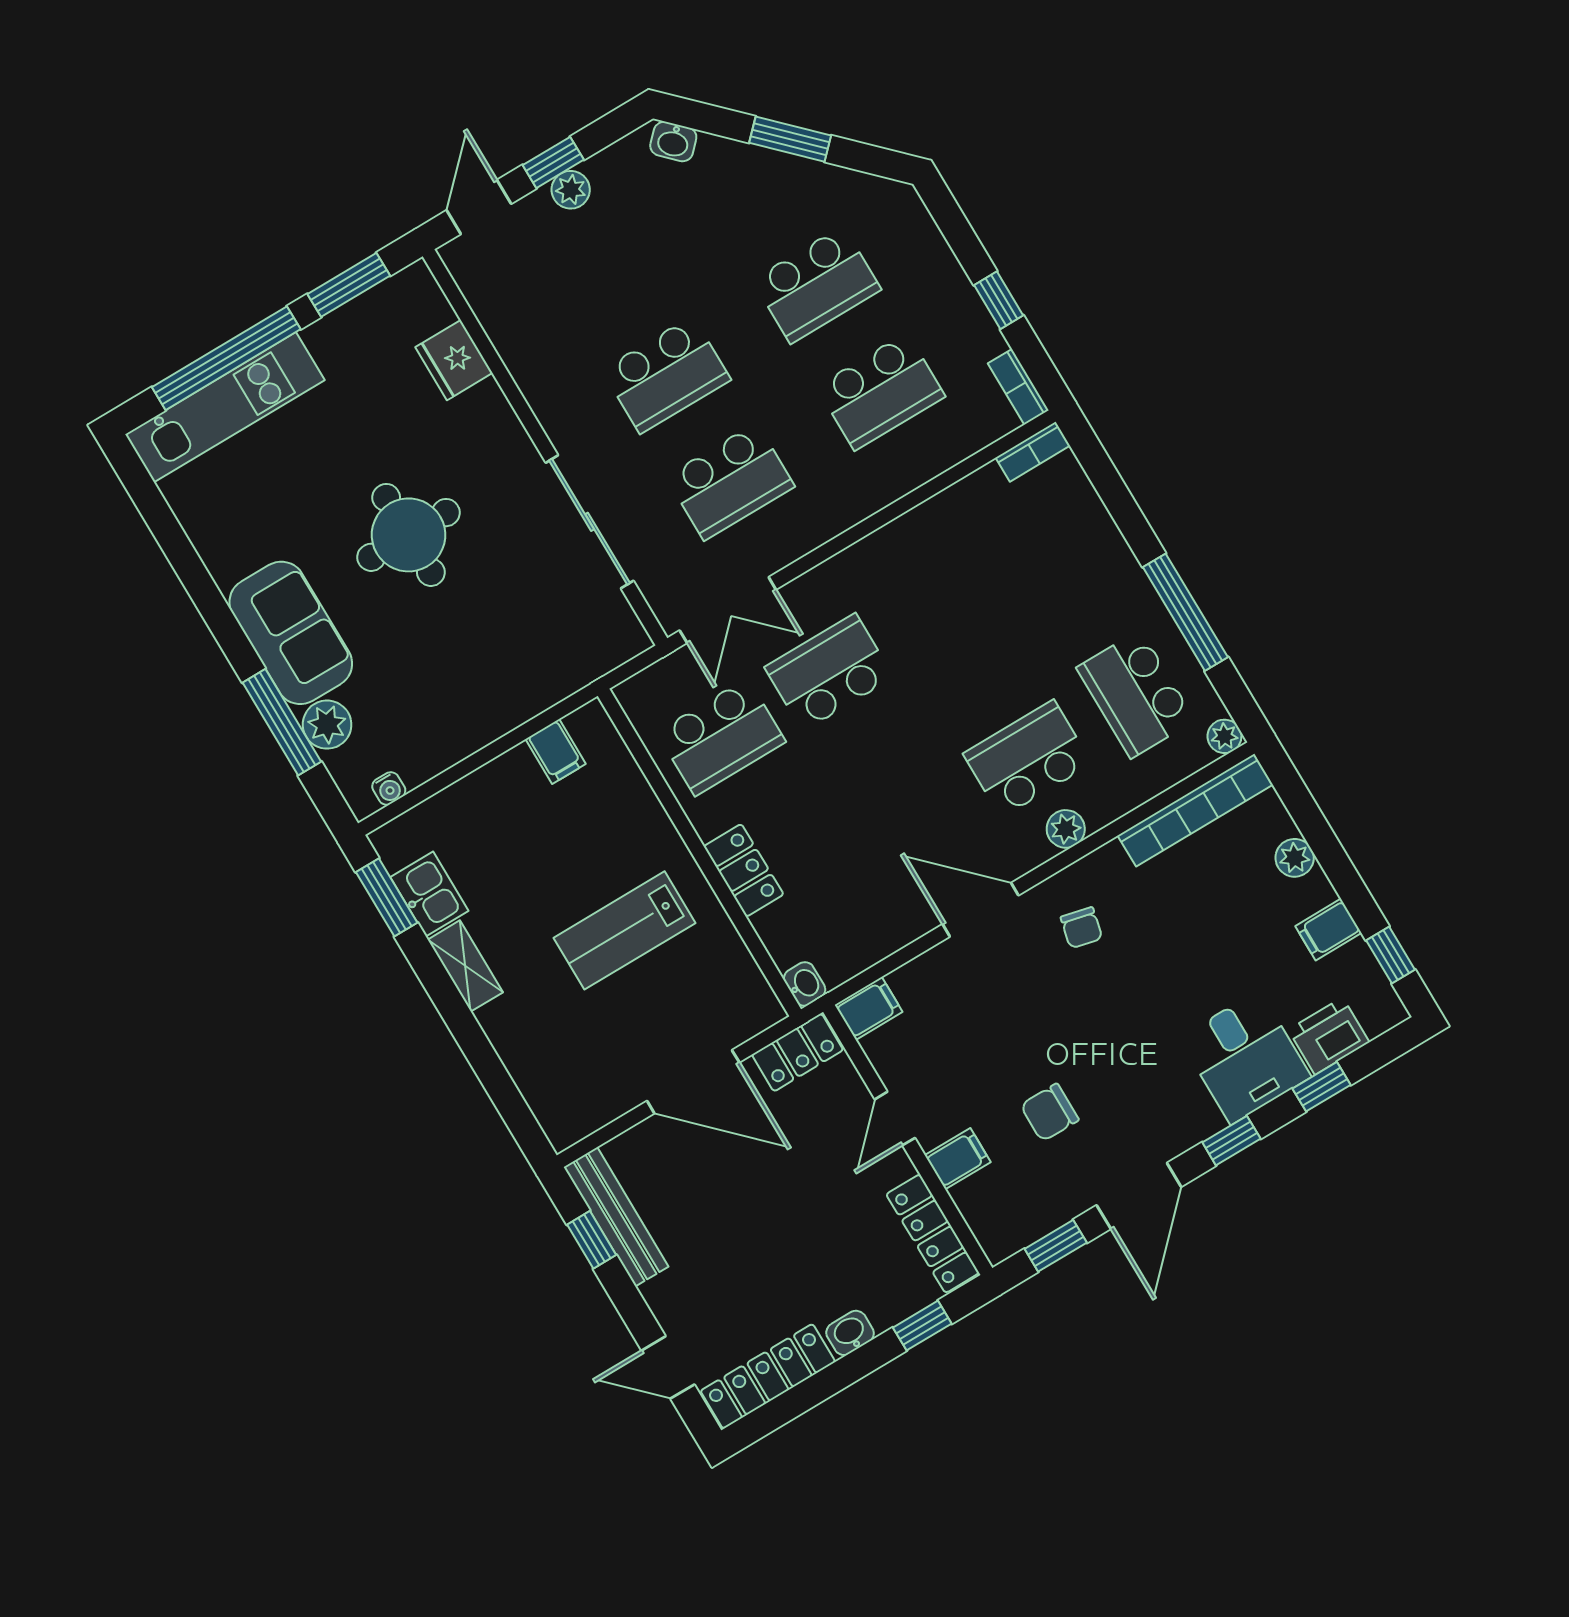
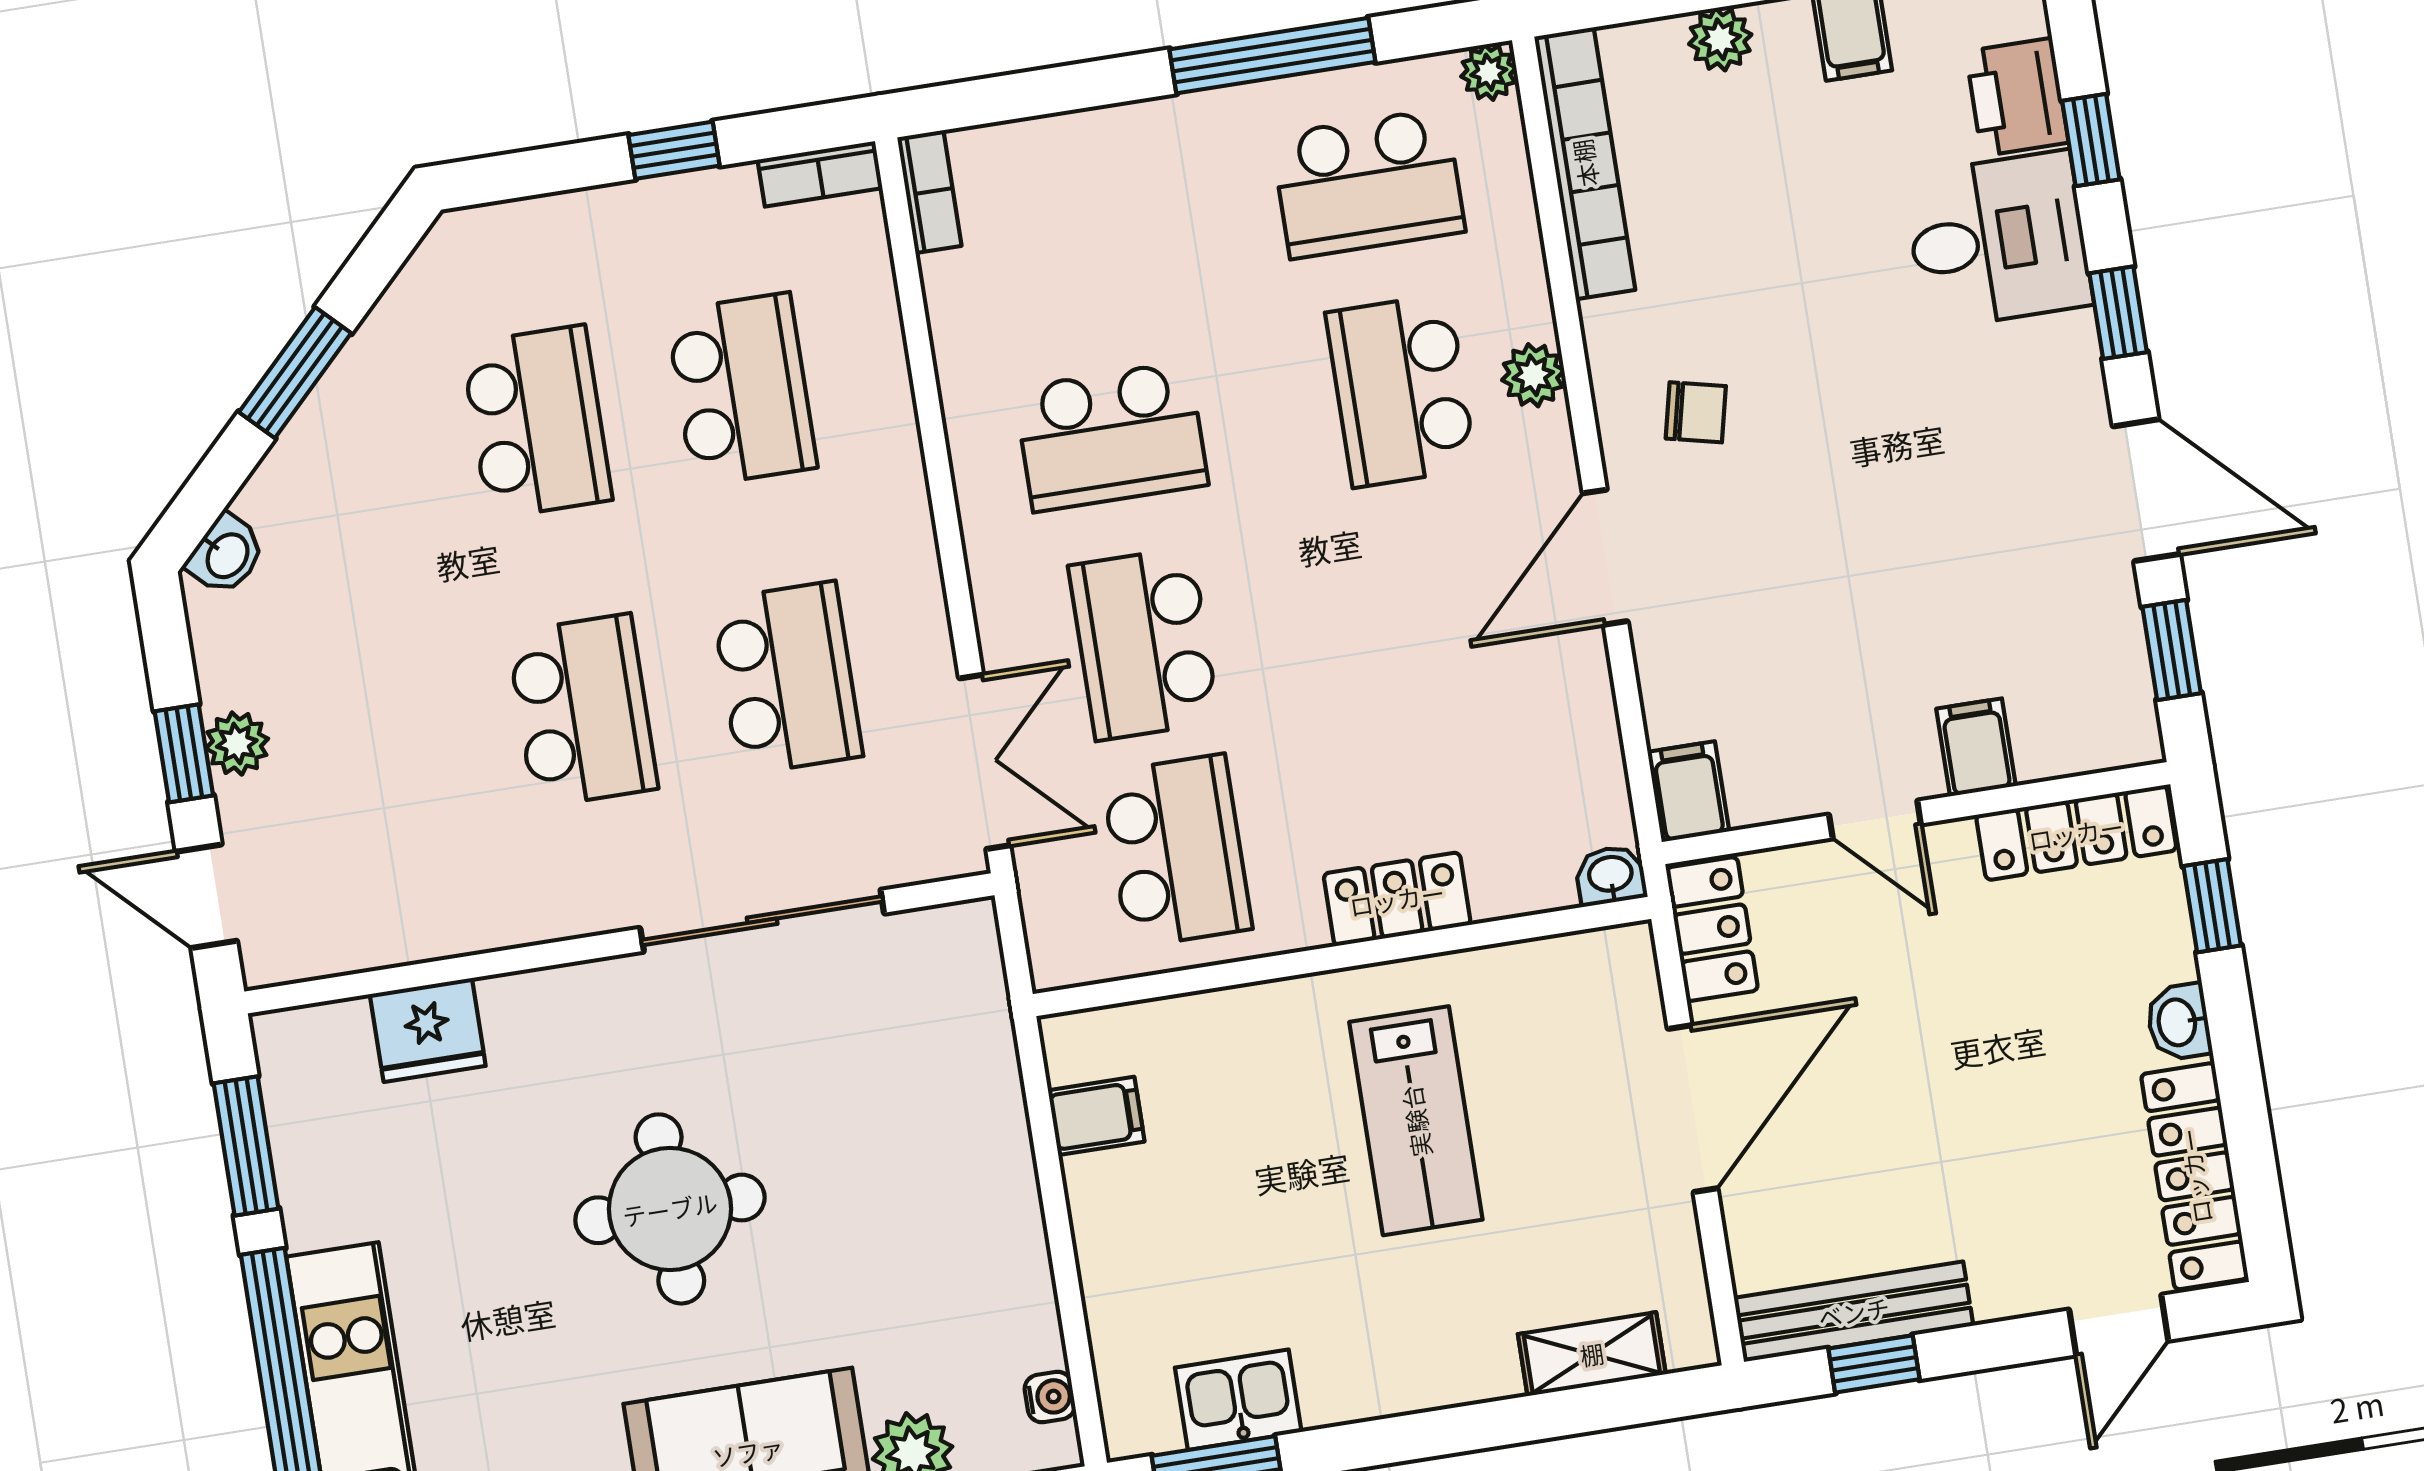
school desk: (937, 608) -> (1111, 437), added
shelving: (465, 966) -> (1592, 1354), moved
chair: (1050, 1113) -> (1962, 577), removed

